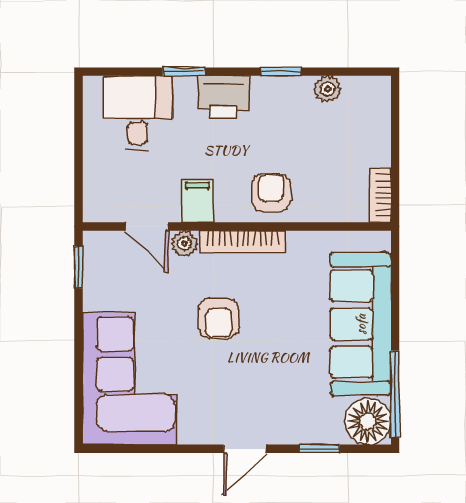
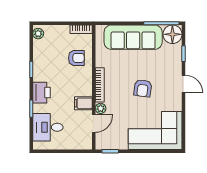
plant: (327, 89) -> (38, 34), moved
armchair: (271, 193) -> (76, 58), moved, turned 180
armchair: (219, 318) -> (143, 88), moved, turned 98

